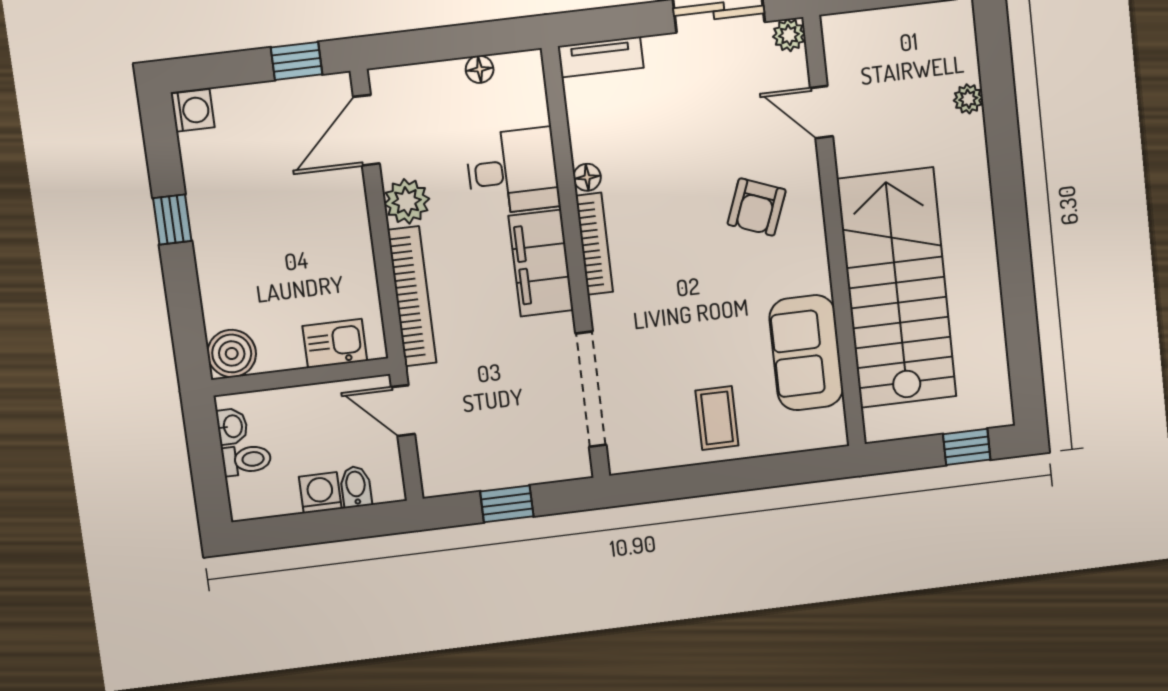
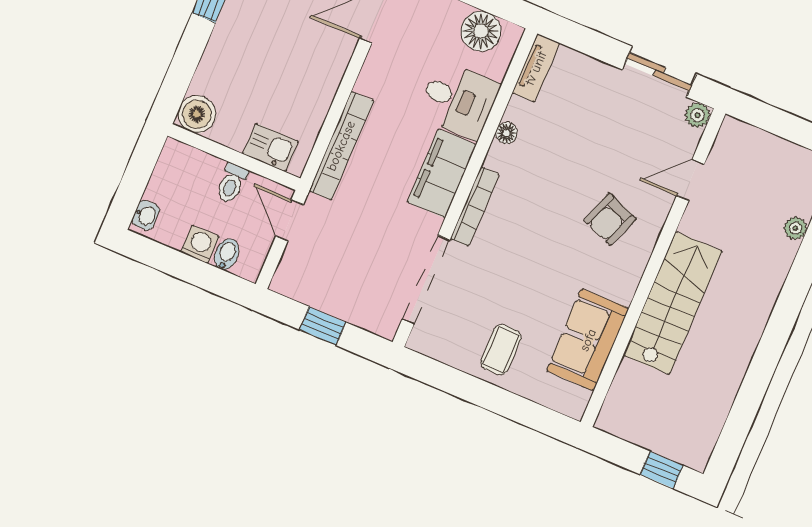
tv unit: (601, 57) -> (536, 68), moved, turned -90
floor lamp: (480, 69) -> (481, 31), width x1.89, depth x1.89
door: (821, 112) -> (690, 180), hinge flipped
plant: (407, 201) -> (375, 79), removed
bookcase: (594, 244) -> (475, 206), moved
stairs: (897, 288) -> (672, 303), width x0.73, depth x0.66
washbasin: (232, 426) -> (146, 215), moved
toilet: (246, 460) -> (232, 183), moved, turned 90

